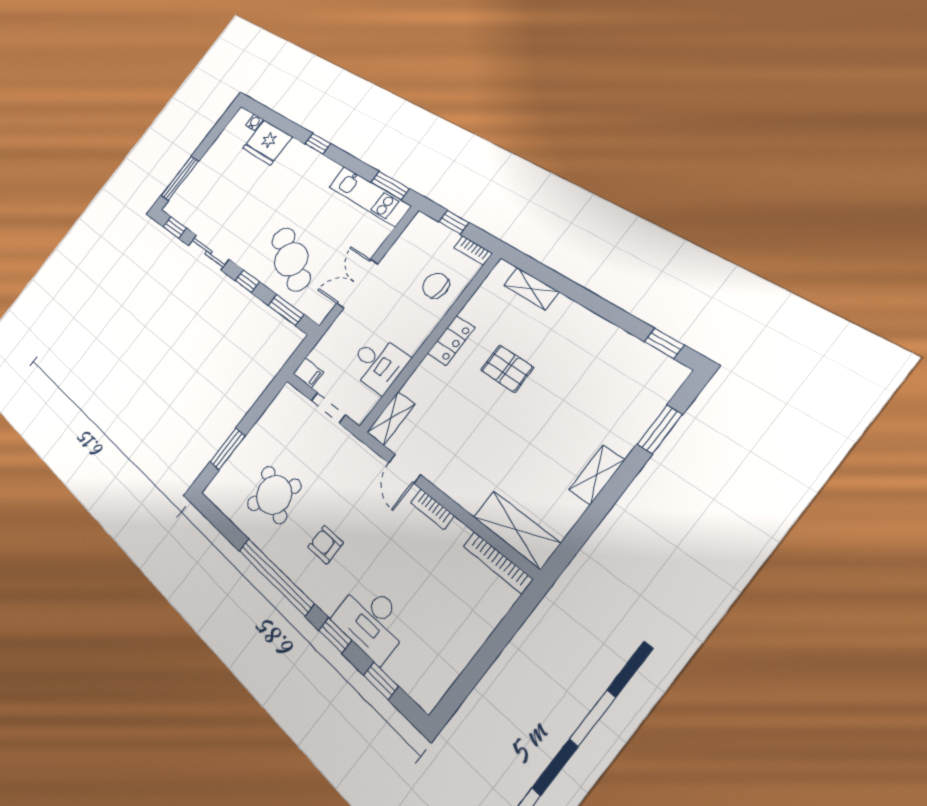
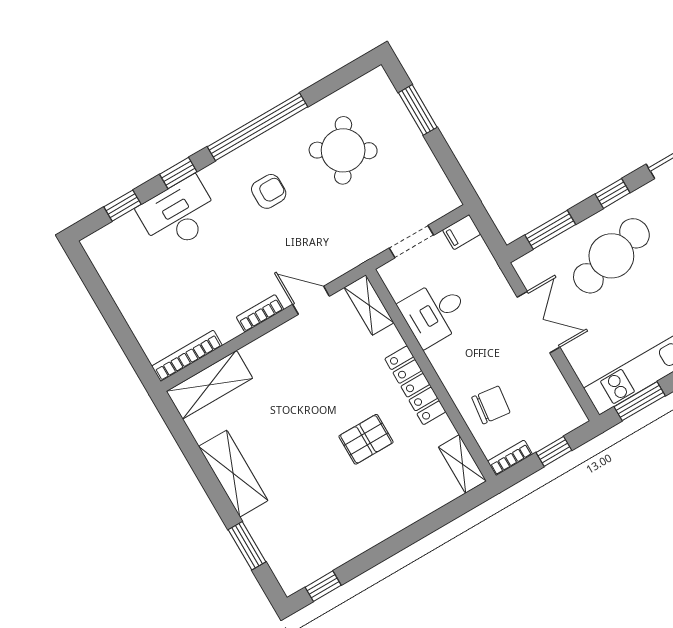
cafe table: (291, 259) -> (611, 256), turned -43
shelving: (531, 289) -> (462, 464), moved, turned 90
locker: (451, 340) -> (415, 385), width x1.53
shelving: (597, 475) -> (233, 474), width x1.50, depth x1.33

